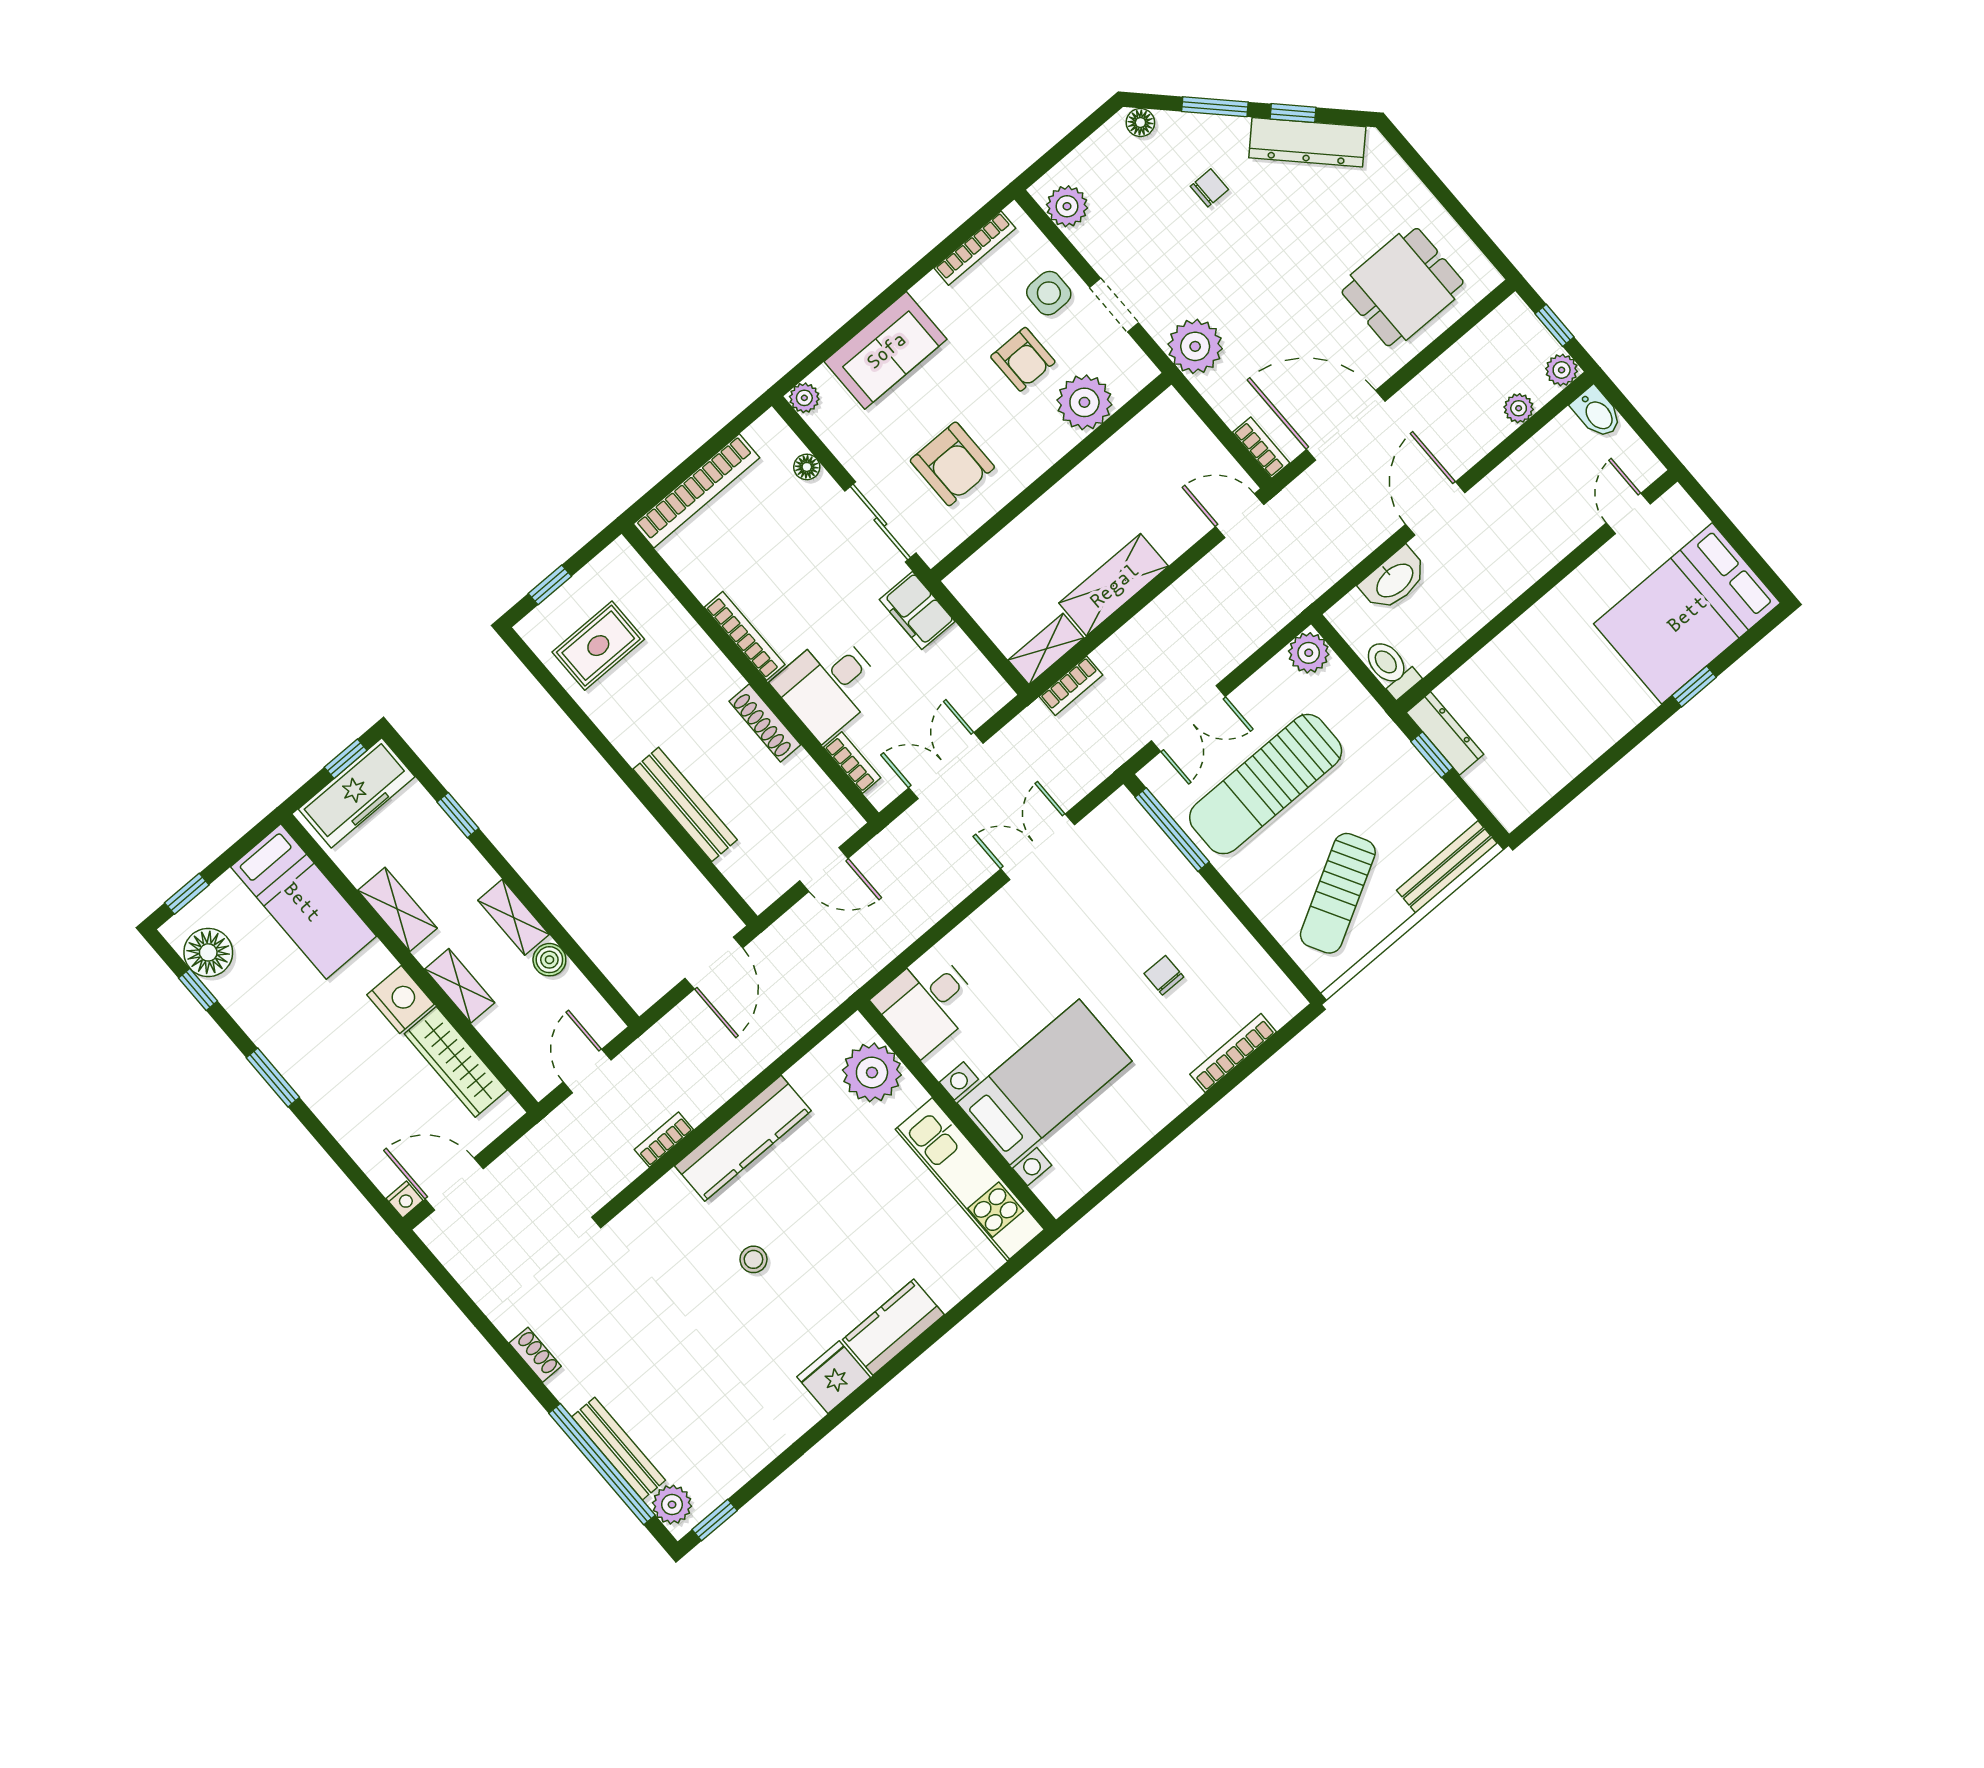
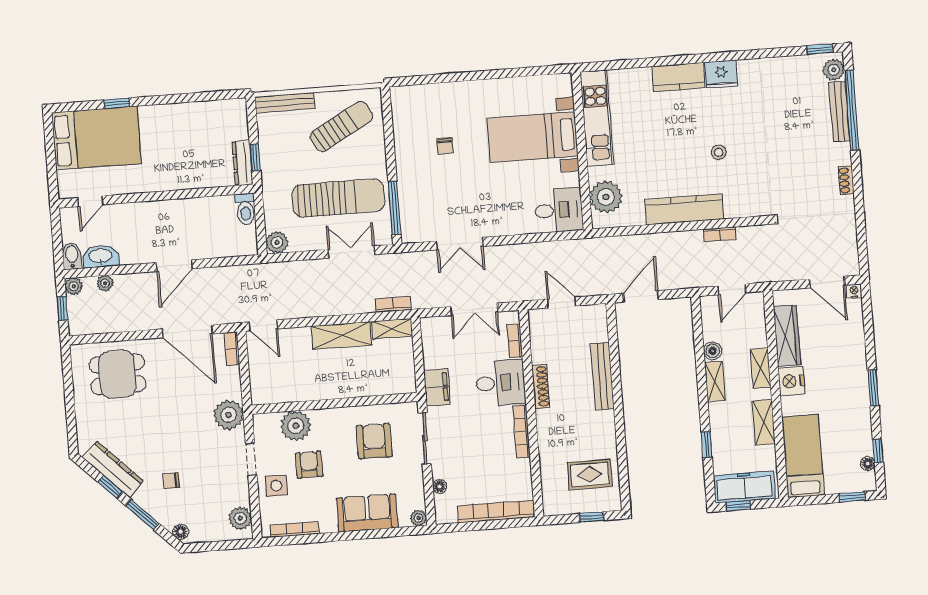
washbasin: (1394, 580) -> (101, 256), moved
floor lamp: (208, 952) -> (868, 464), width x0.53, depth x0.53
bookcase: (1233, 1053) -> (439, 89), removed

